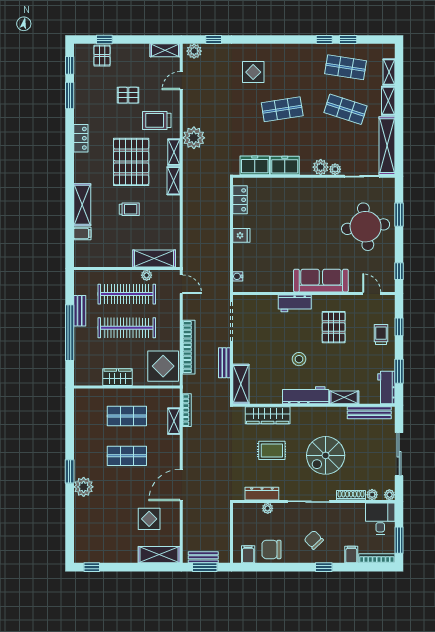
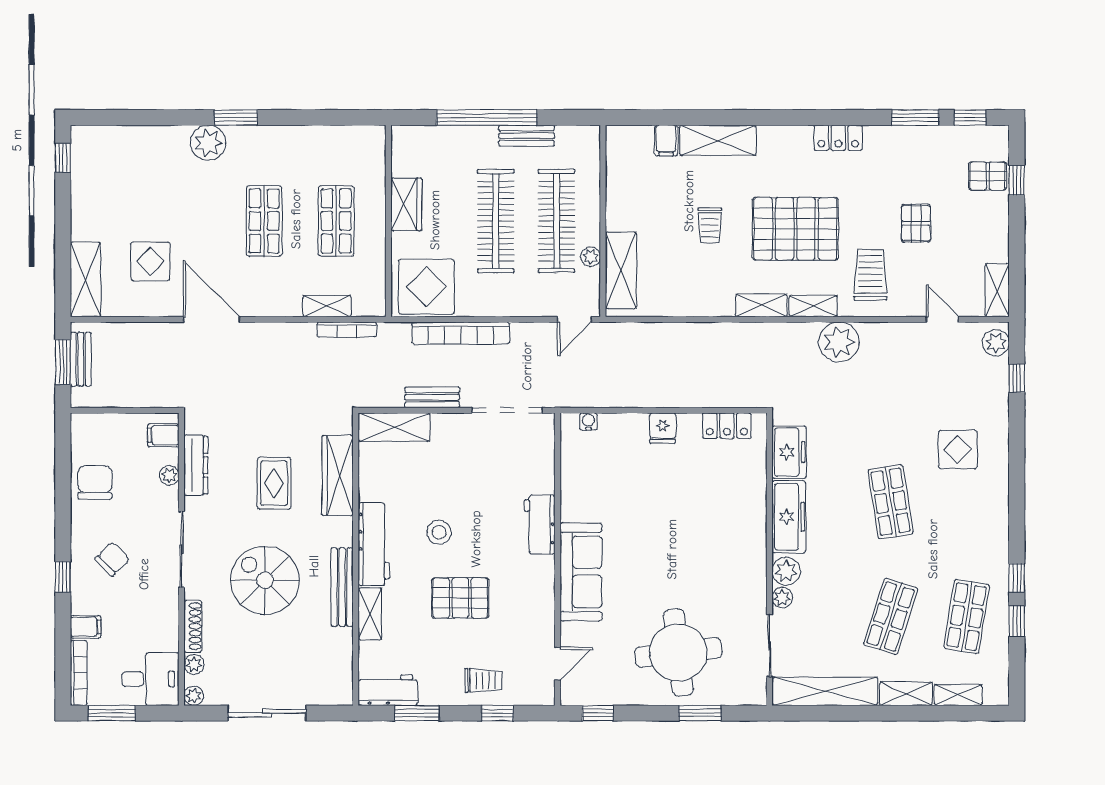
freezer: (285, 166) -> (789, 517), width x1.40
pallet: (334, 327) -> (460, 598), moved
bench: (369, 413) -> (342, 587), moved
filing cabinet: (248, 554) -> (163, 435), moved, turned 180

